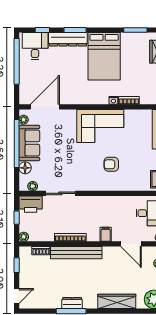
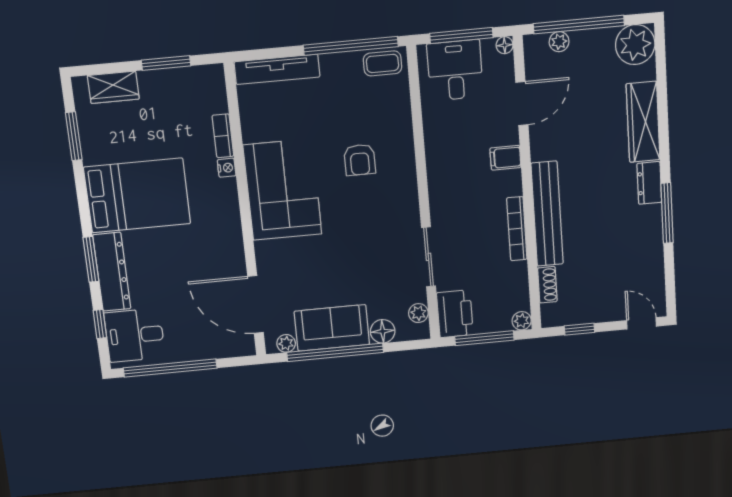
window: (17, 218) -> (484, 338), width x2.17
dresser: (72, 303) -> (649, 183), moved

